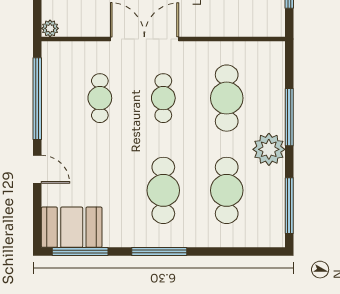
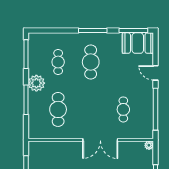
cafe table: (163, 98) -> (91, 109), removed
cafe table: (227, 190) -> (58, 62), width x0.73, depth x0.74

